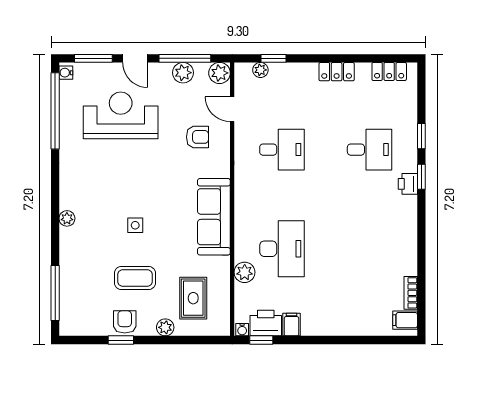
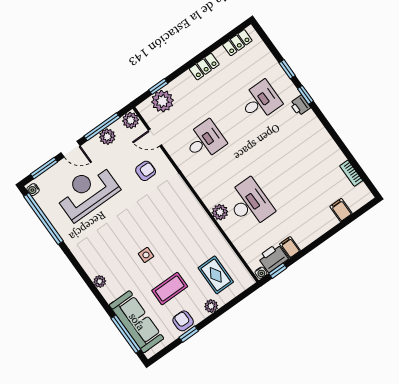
plant: (260, 70) -> (162, 101), width x1.88, depth x1.88
sofa: (214, 217) -> (137, 322), moved, turned 180
plant: (245, 272) -> (220, 212), moved
filing cabinet: (405, 320) -> (341, 210), moved, turned 90

